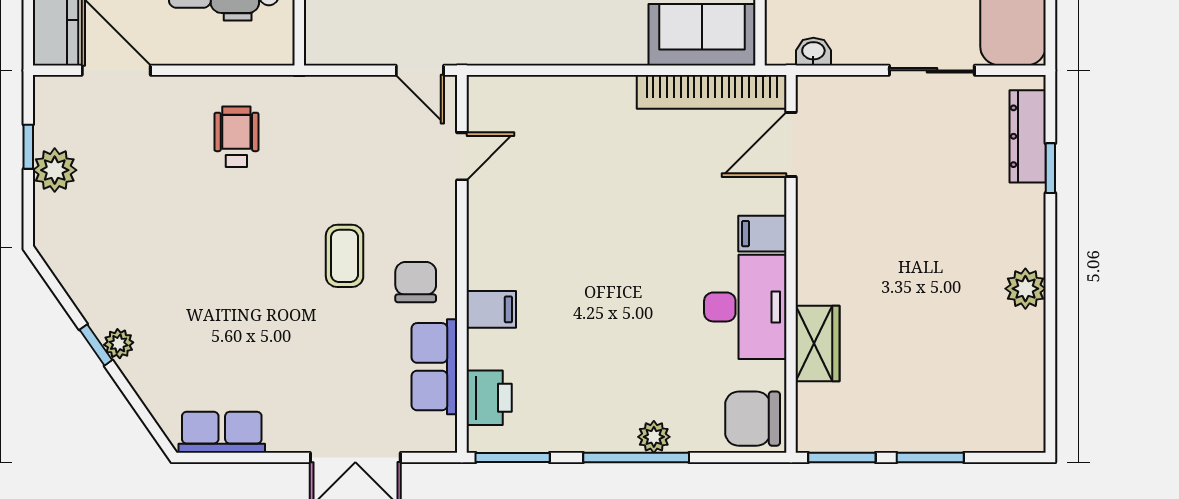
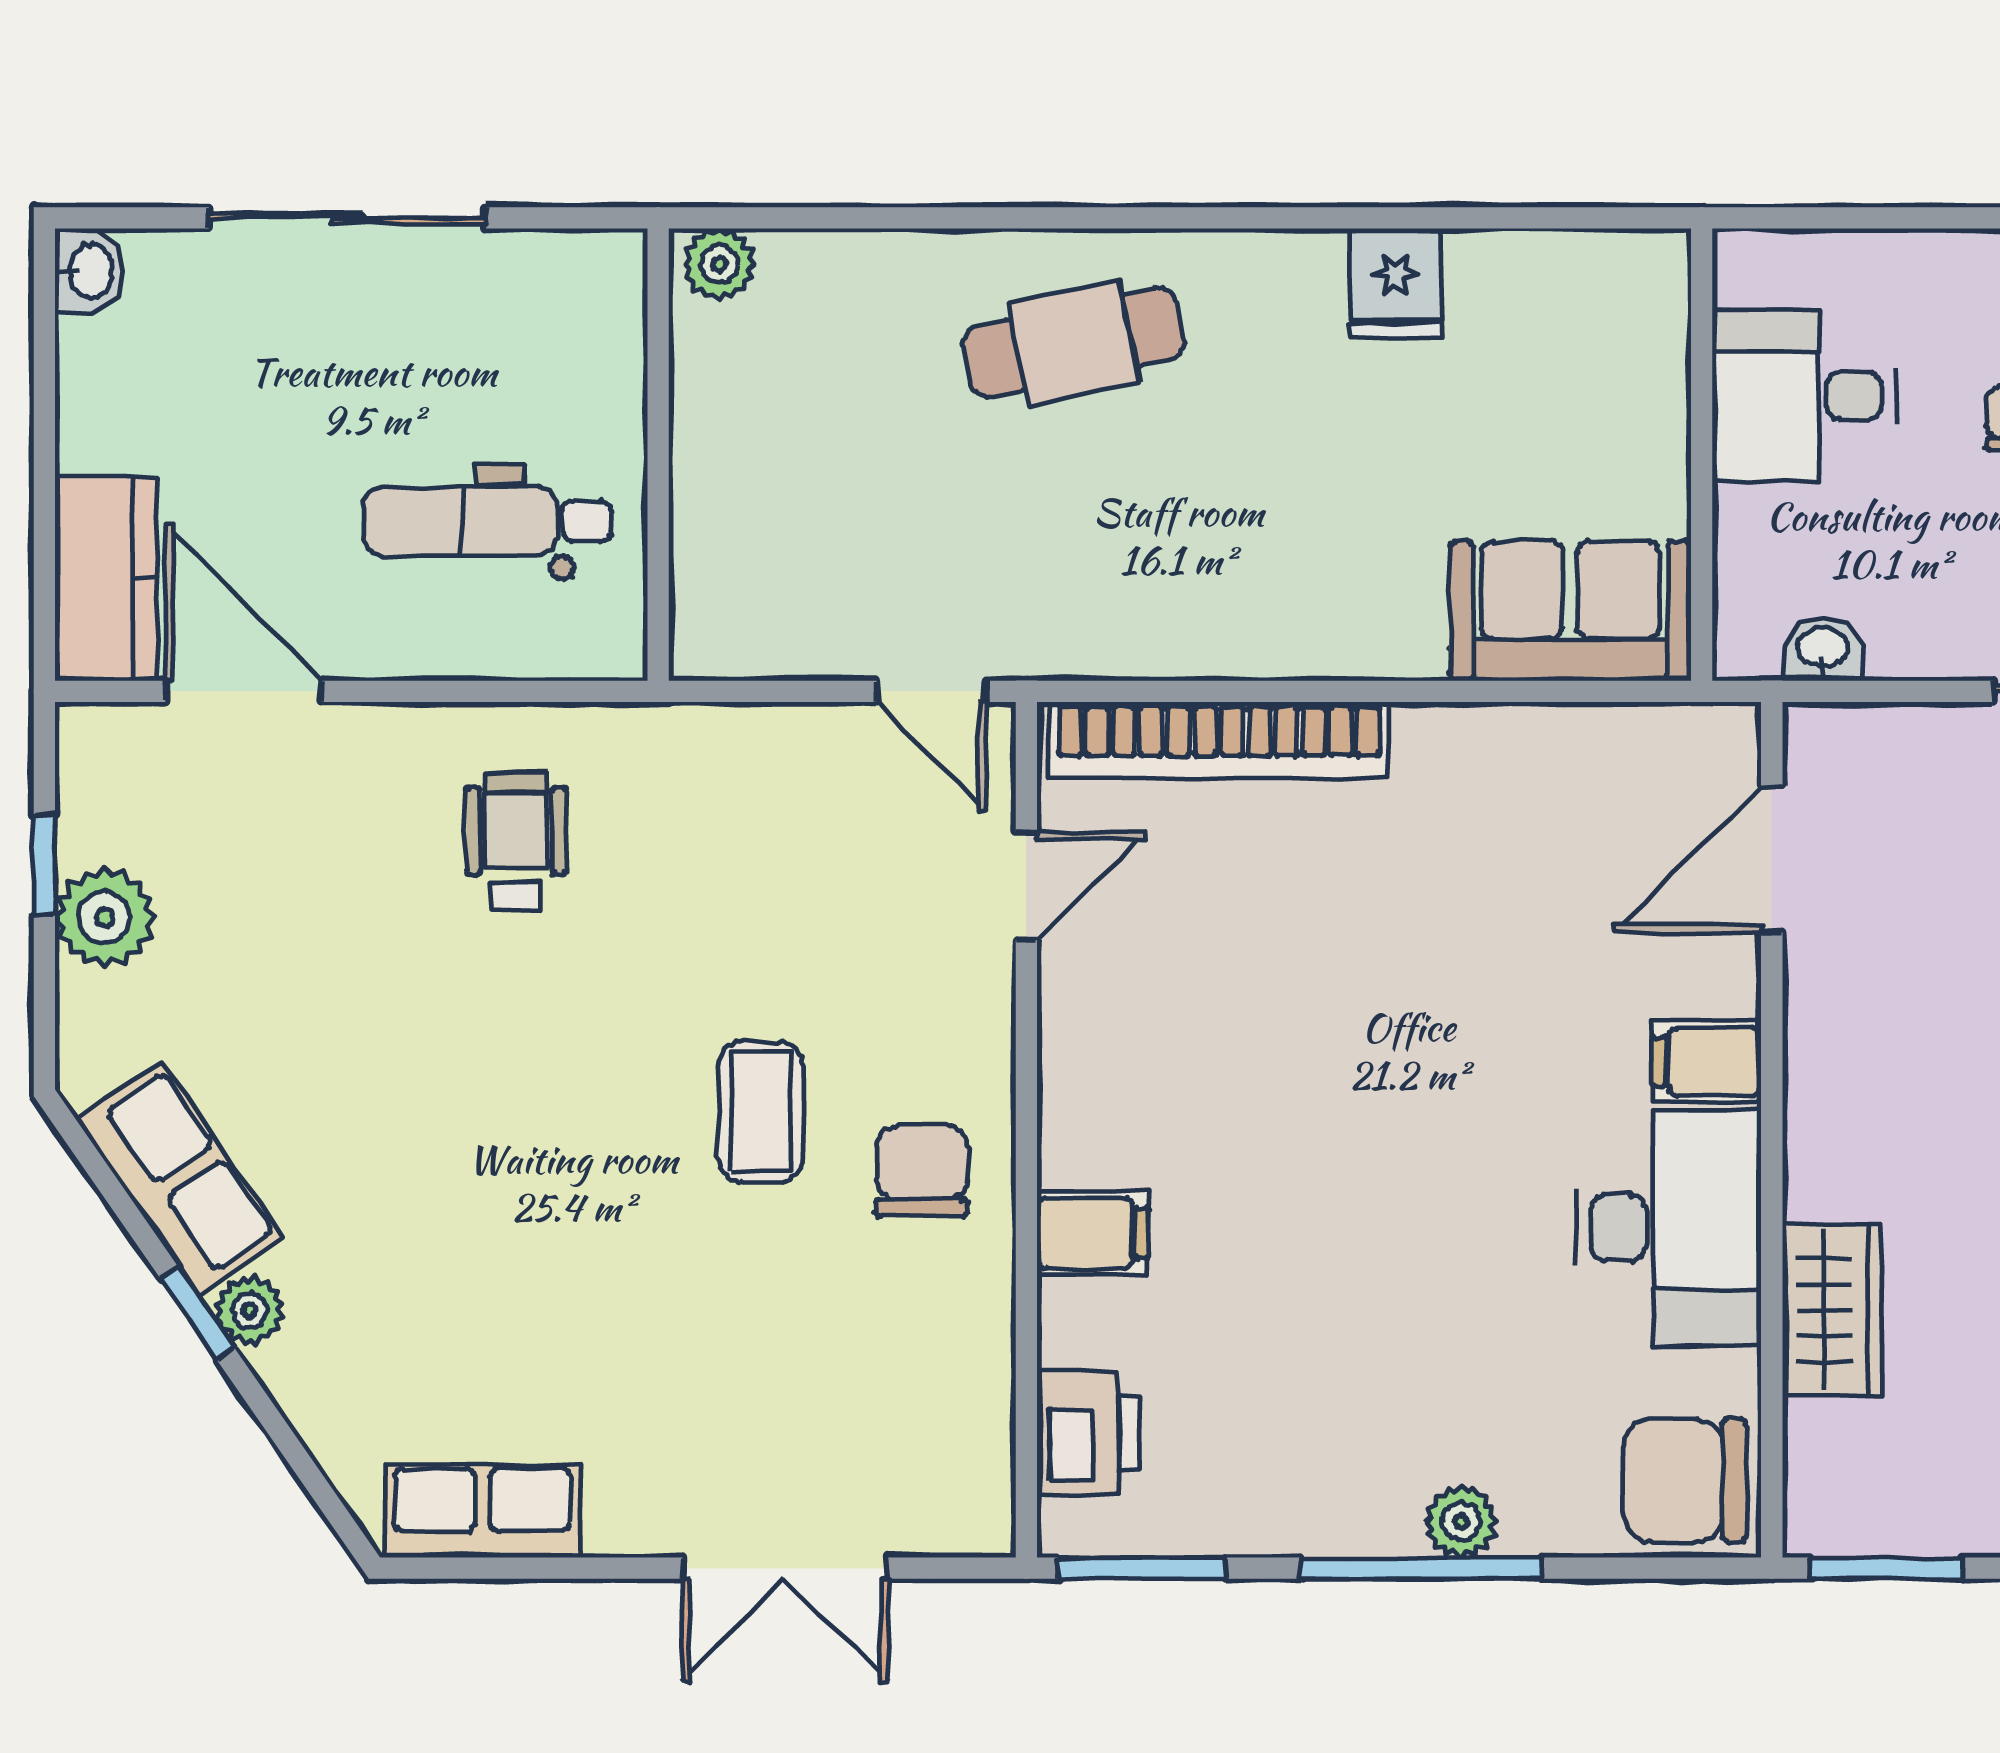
bookcase: (712, 92) -> (1219, 740), moved
row of seats: (434, 367) -> (179, 1178), moved, turned 145

